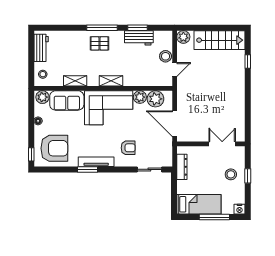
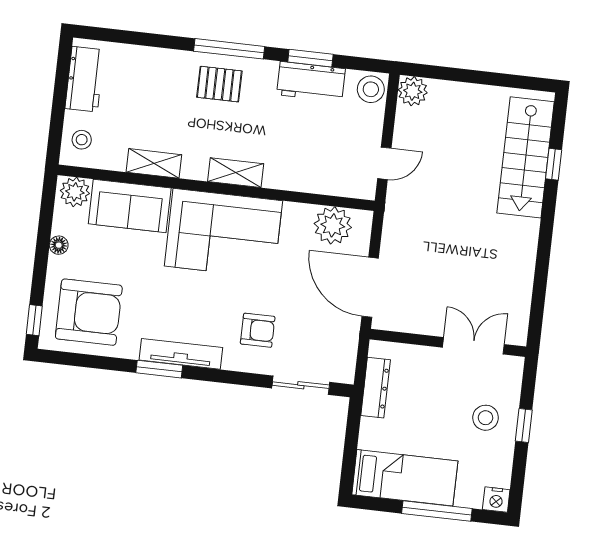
stairs: (219, 40) -> (526, 157), moved, turned 90
stool: (166, 56) -> (371, 89), moved
plant: (140, 97) -> (298, 217), removed

